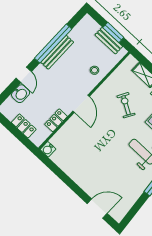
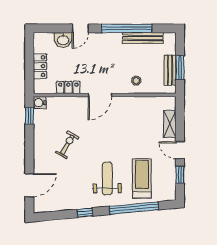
bench: (57, 52) -> (143, 38), moved
exercise bike: (126, 105) -> (67, 145), moved
window: (50, 165) -> (29, 116), added
door: (97, 208) -> (29, 185), hinge flipped

